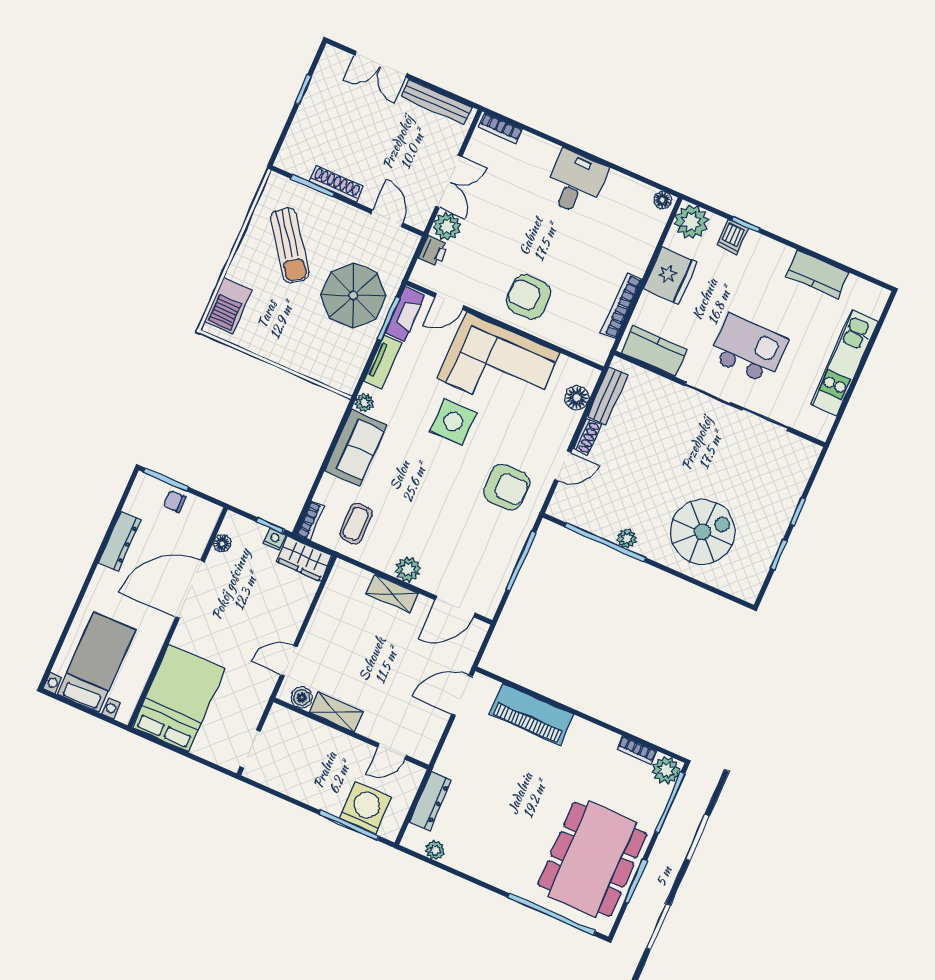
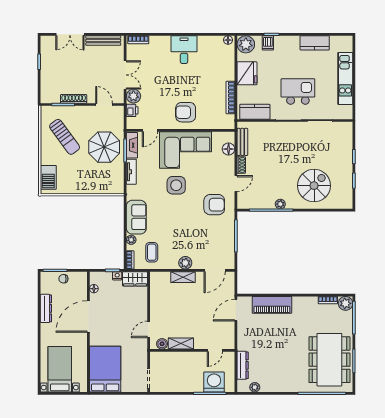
plant: (364, 403) -> (131, 240), moved

